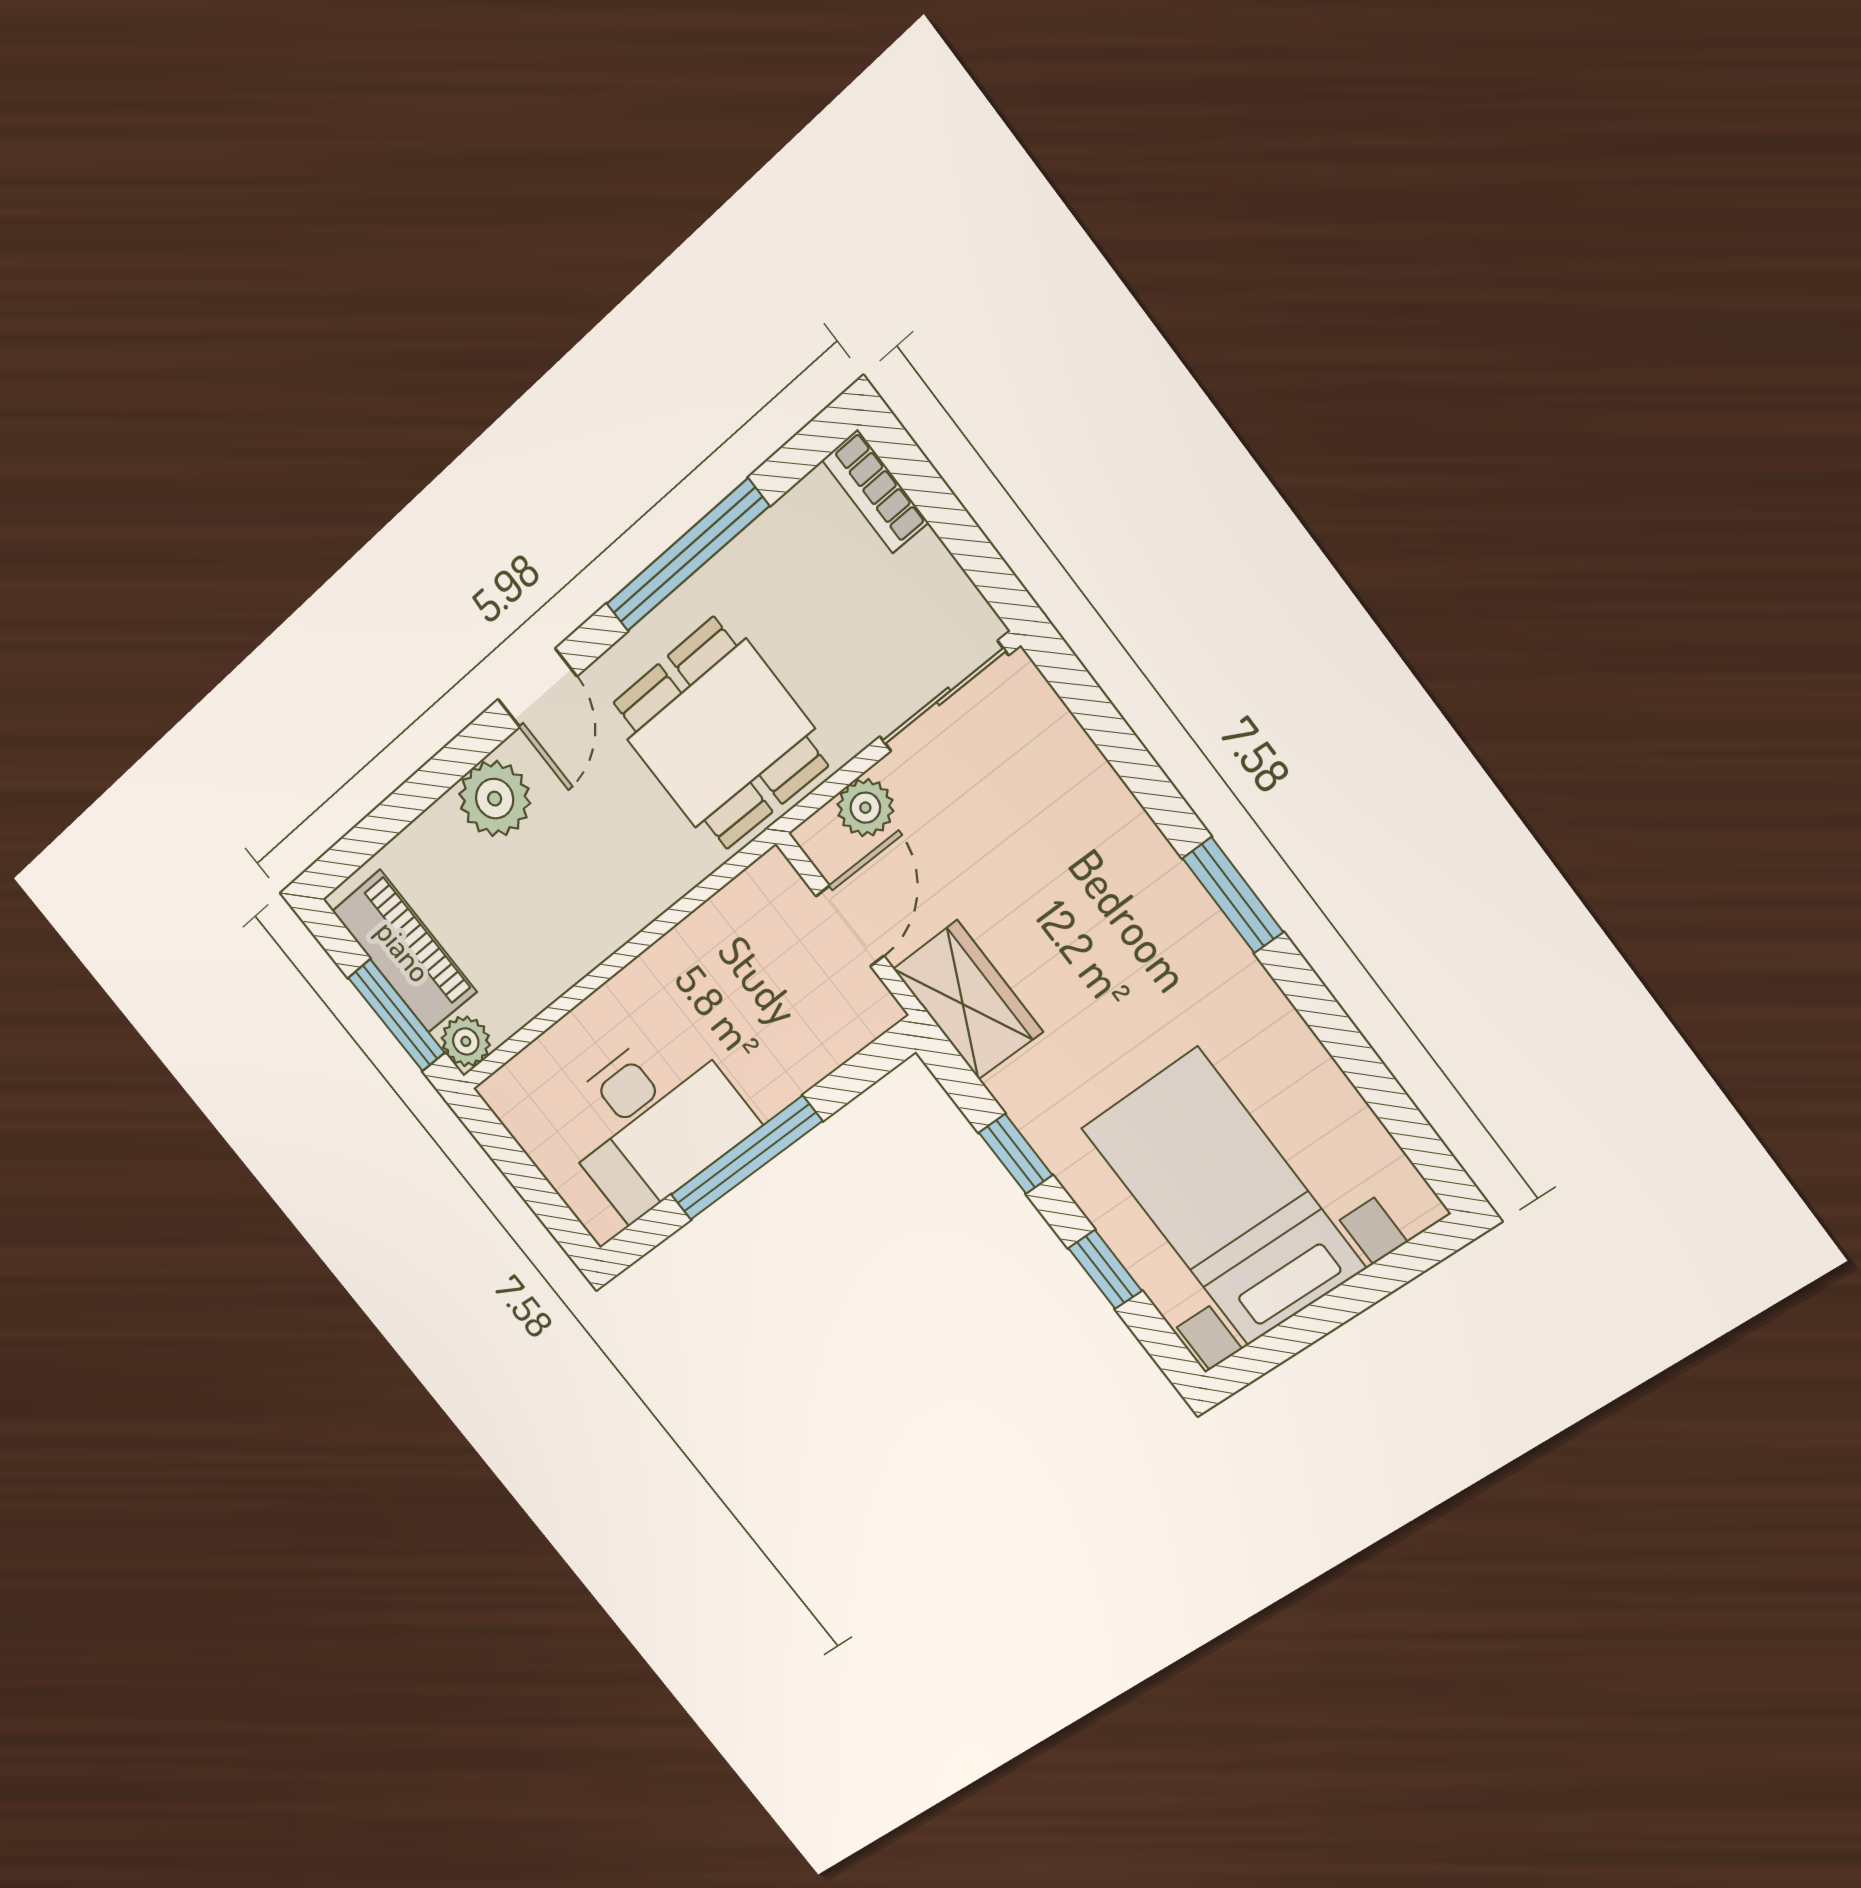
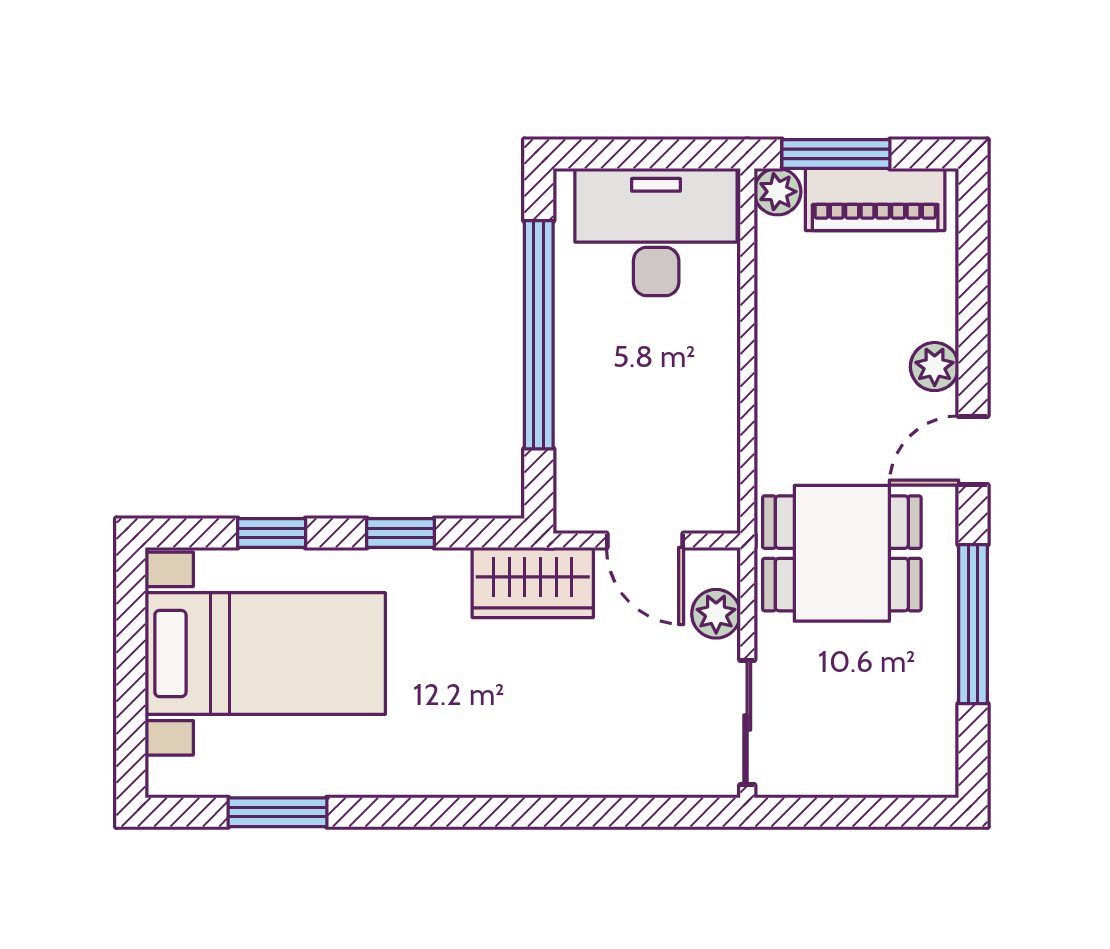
bookcase: (875, 491) -> (911, 779), removed
door: (537, 688) -> (973, 451), hinge flipped
plant: (495, 799) -> (935, 367), width x0.73, depth x0.73
window: (1233, 895) -> (278, 812), moved
desk: (652, 1121) -> (656, 232), moved, turned 90
window: (746, 1158) -> (539, 335), width x1.46

